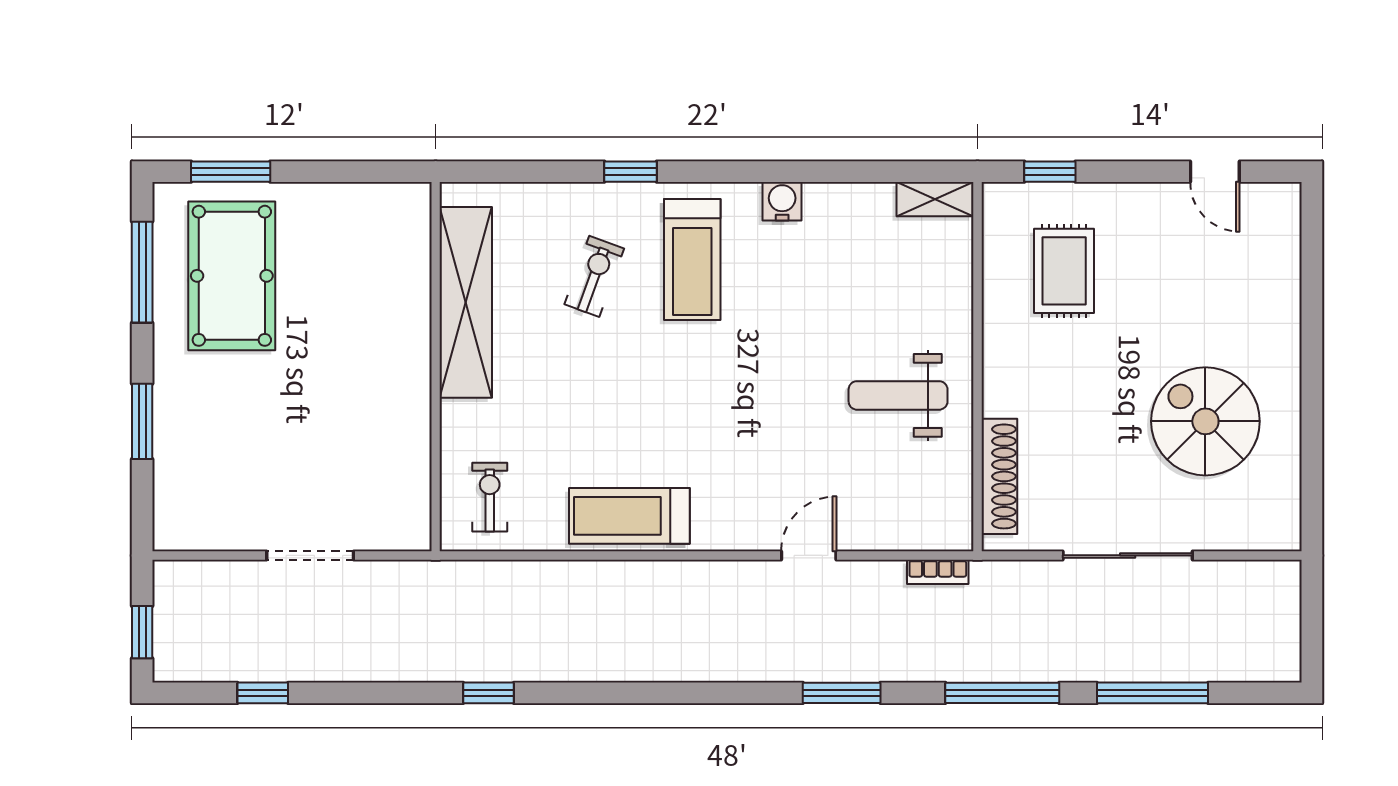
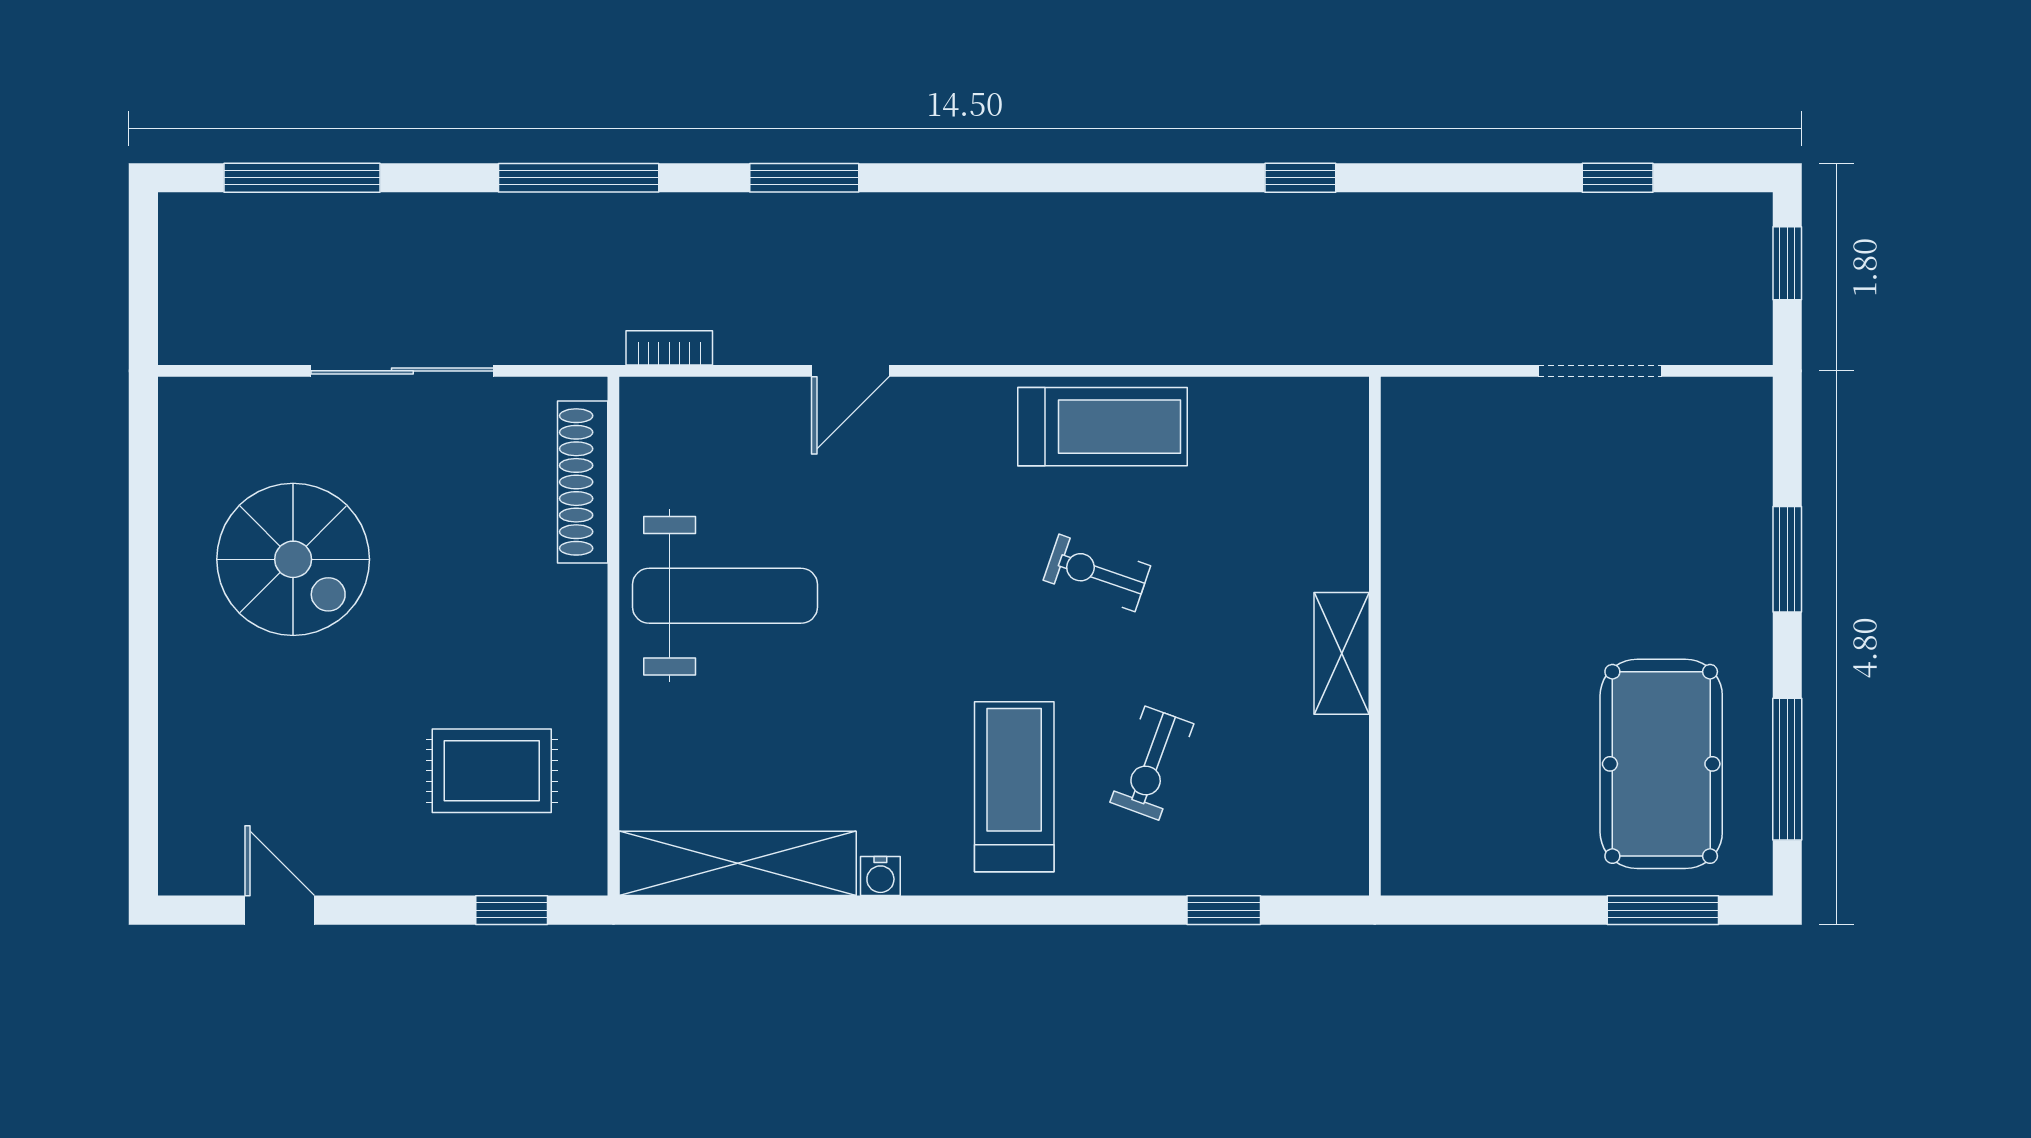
window: (630, 172) -> (1224, 910), moved
shelving: (935, 199) -> (738, 863), width x2.20, depth x1.33
water cooler: (782, 201) -> (880, 876), width x0.72, depth x0.72
rug: (1064, 271) -> (492, 771), turned 90
shelving: (466, 302) -> (1342, 653), width x0.45, depth x0.75
weight bench: (898, 395) -> (725, 596), width x1.36, depth x1.33
exercise bike: (490, 497) -> (1097, 573), moved, turned 109
doorway: (310, 555) -> (1600, 371), moved
window: (1152, 693) -> (302, 178), moved

